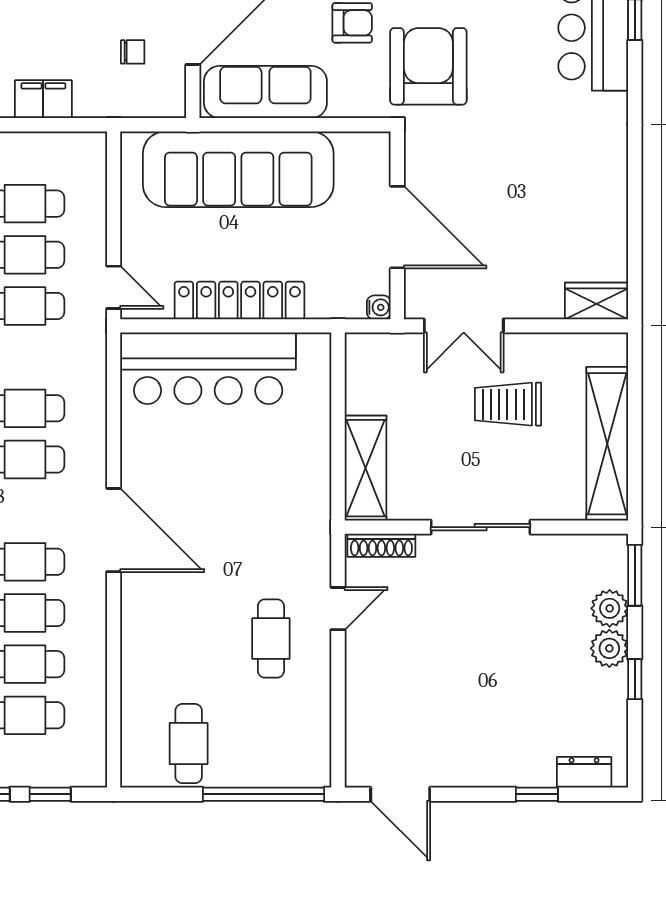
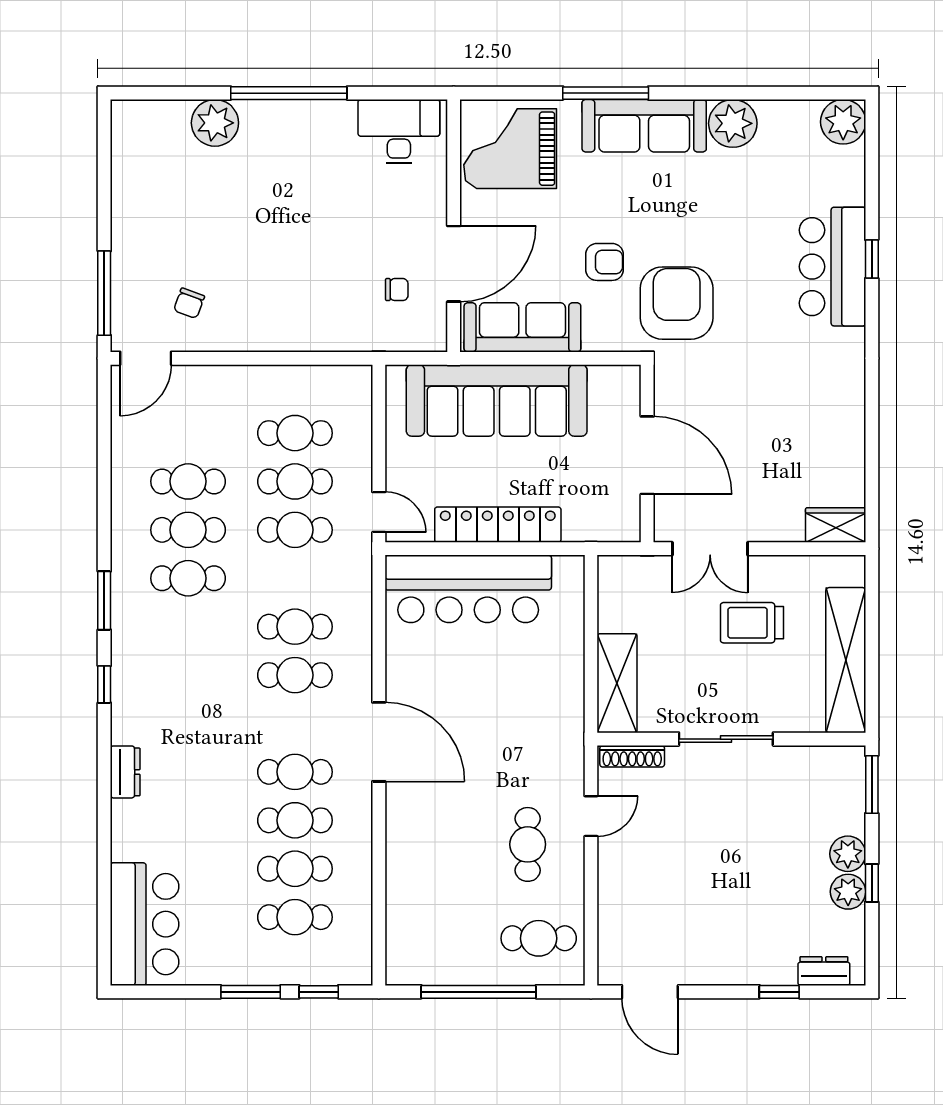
filing cabinet: (43, 99) -> (312, 334), removed
water cooler: (379, 307) -> (630, 531), removed
plant: (610, 608) -> (848, 892), moved
cafe table: (189, 744) -> (539, 938), moved, turned 90
window: (263, 794) -> (479, 992), moved

